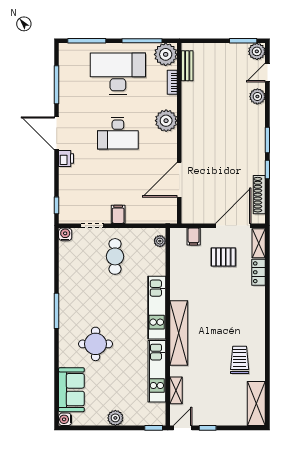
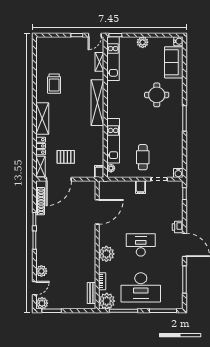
filing cabinet: (194, 236) -> (99, 171), moved
kitchen unit: (157, 308) -> (113, 141), moved
kitchen unit: (157, 371) -> (113, 59), moved
shelving: (256, 404) -> (42, 119), moved

